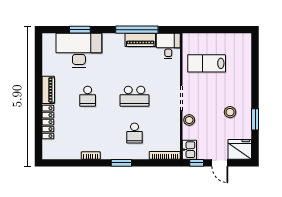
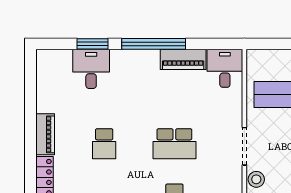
window: (137, 30) -> (154, 44), moved
desk: (79, 50) -> (91, 69), width x0.53, depth x0.77

